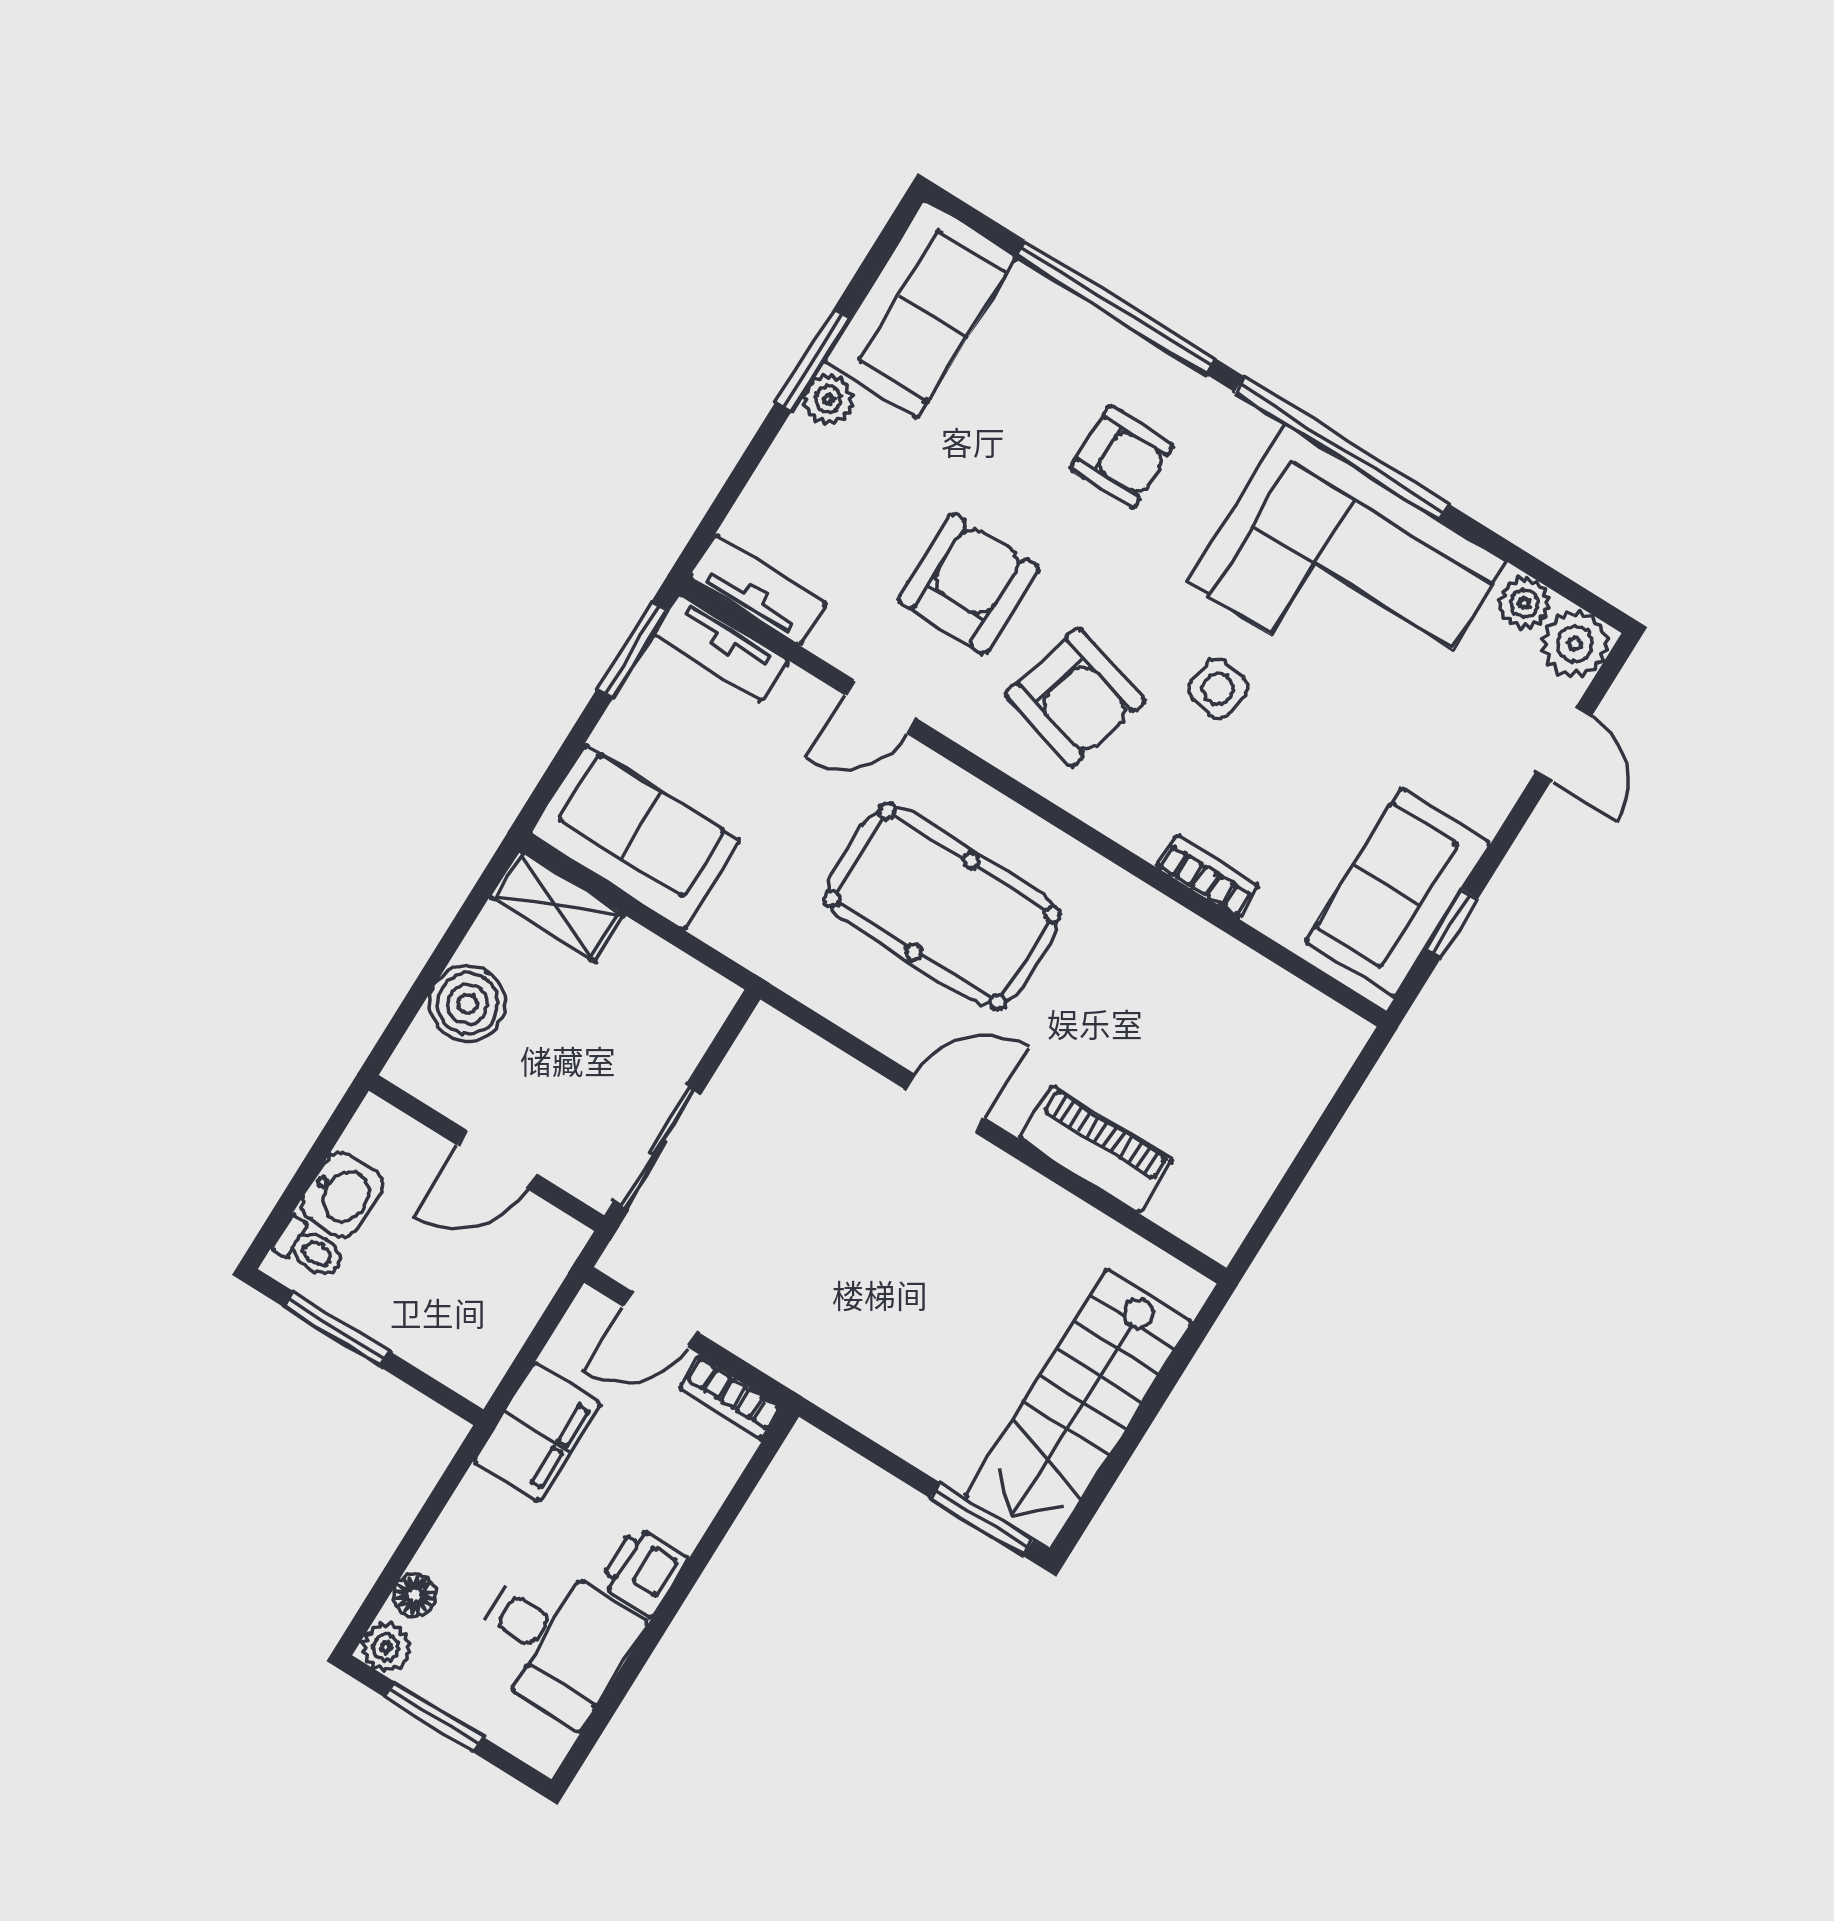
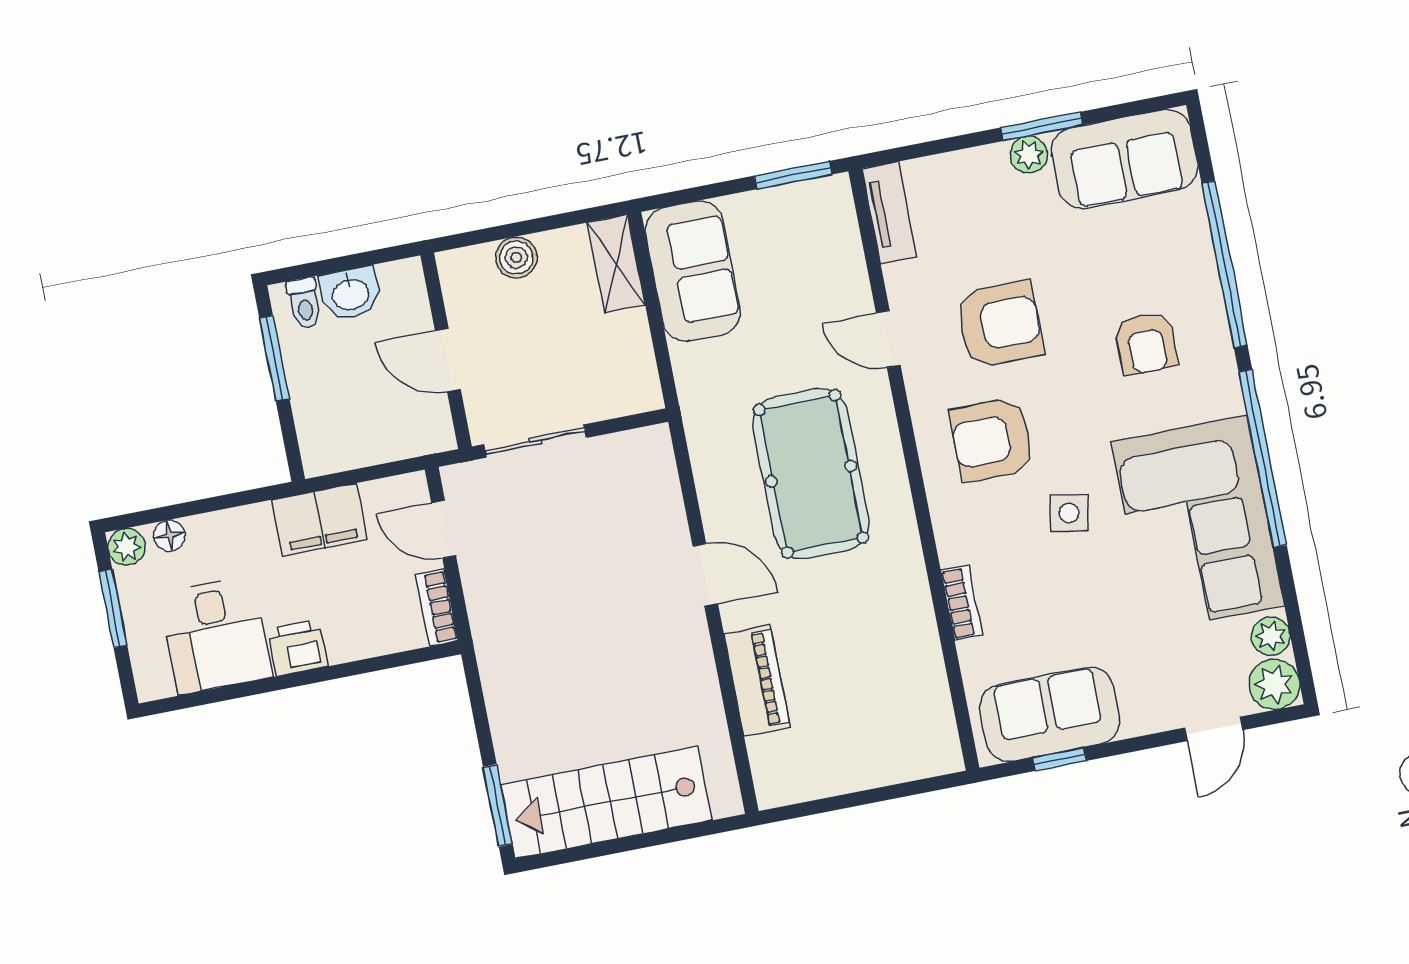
tv unit: (721, 647) -> (840, 222), removed
armchair: (1075, 697) -> (992, 440), turned 74
boiler: (468, 1004) -> (516, 257), width x0.73, depth x0.73

